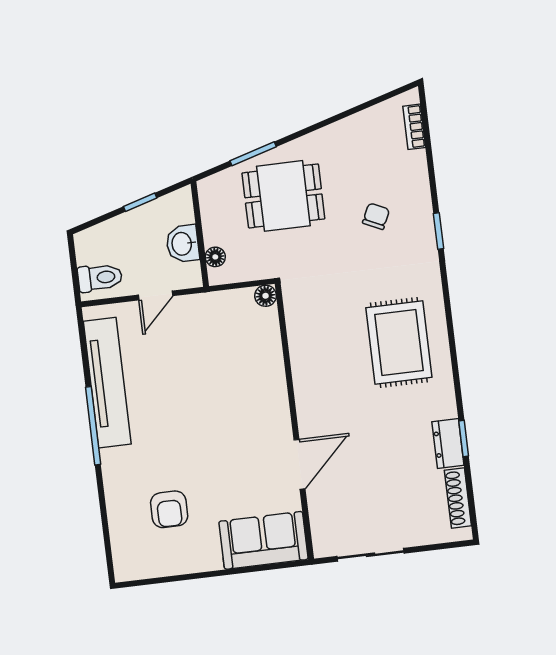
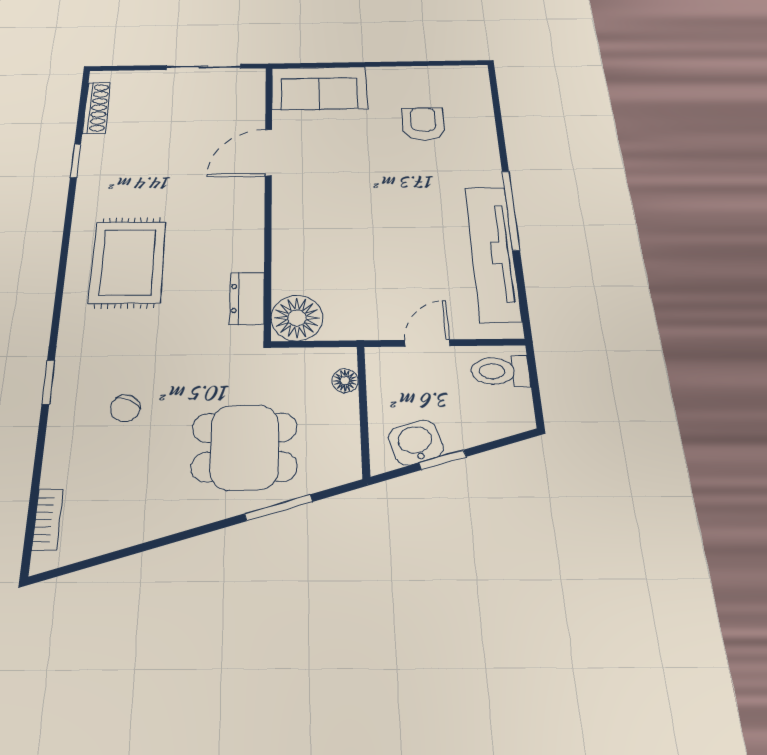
washbasin: (183, 244) -> (416, 442), moved, turned -106
floor lamp: (266, 296) -> (297, 318), width x1.89, depth x1.89
dresser: (448, 443) -> (247, 298), moved, turned 180

